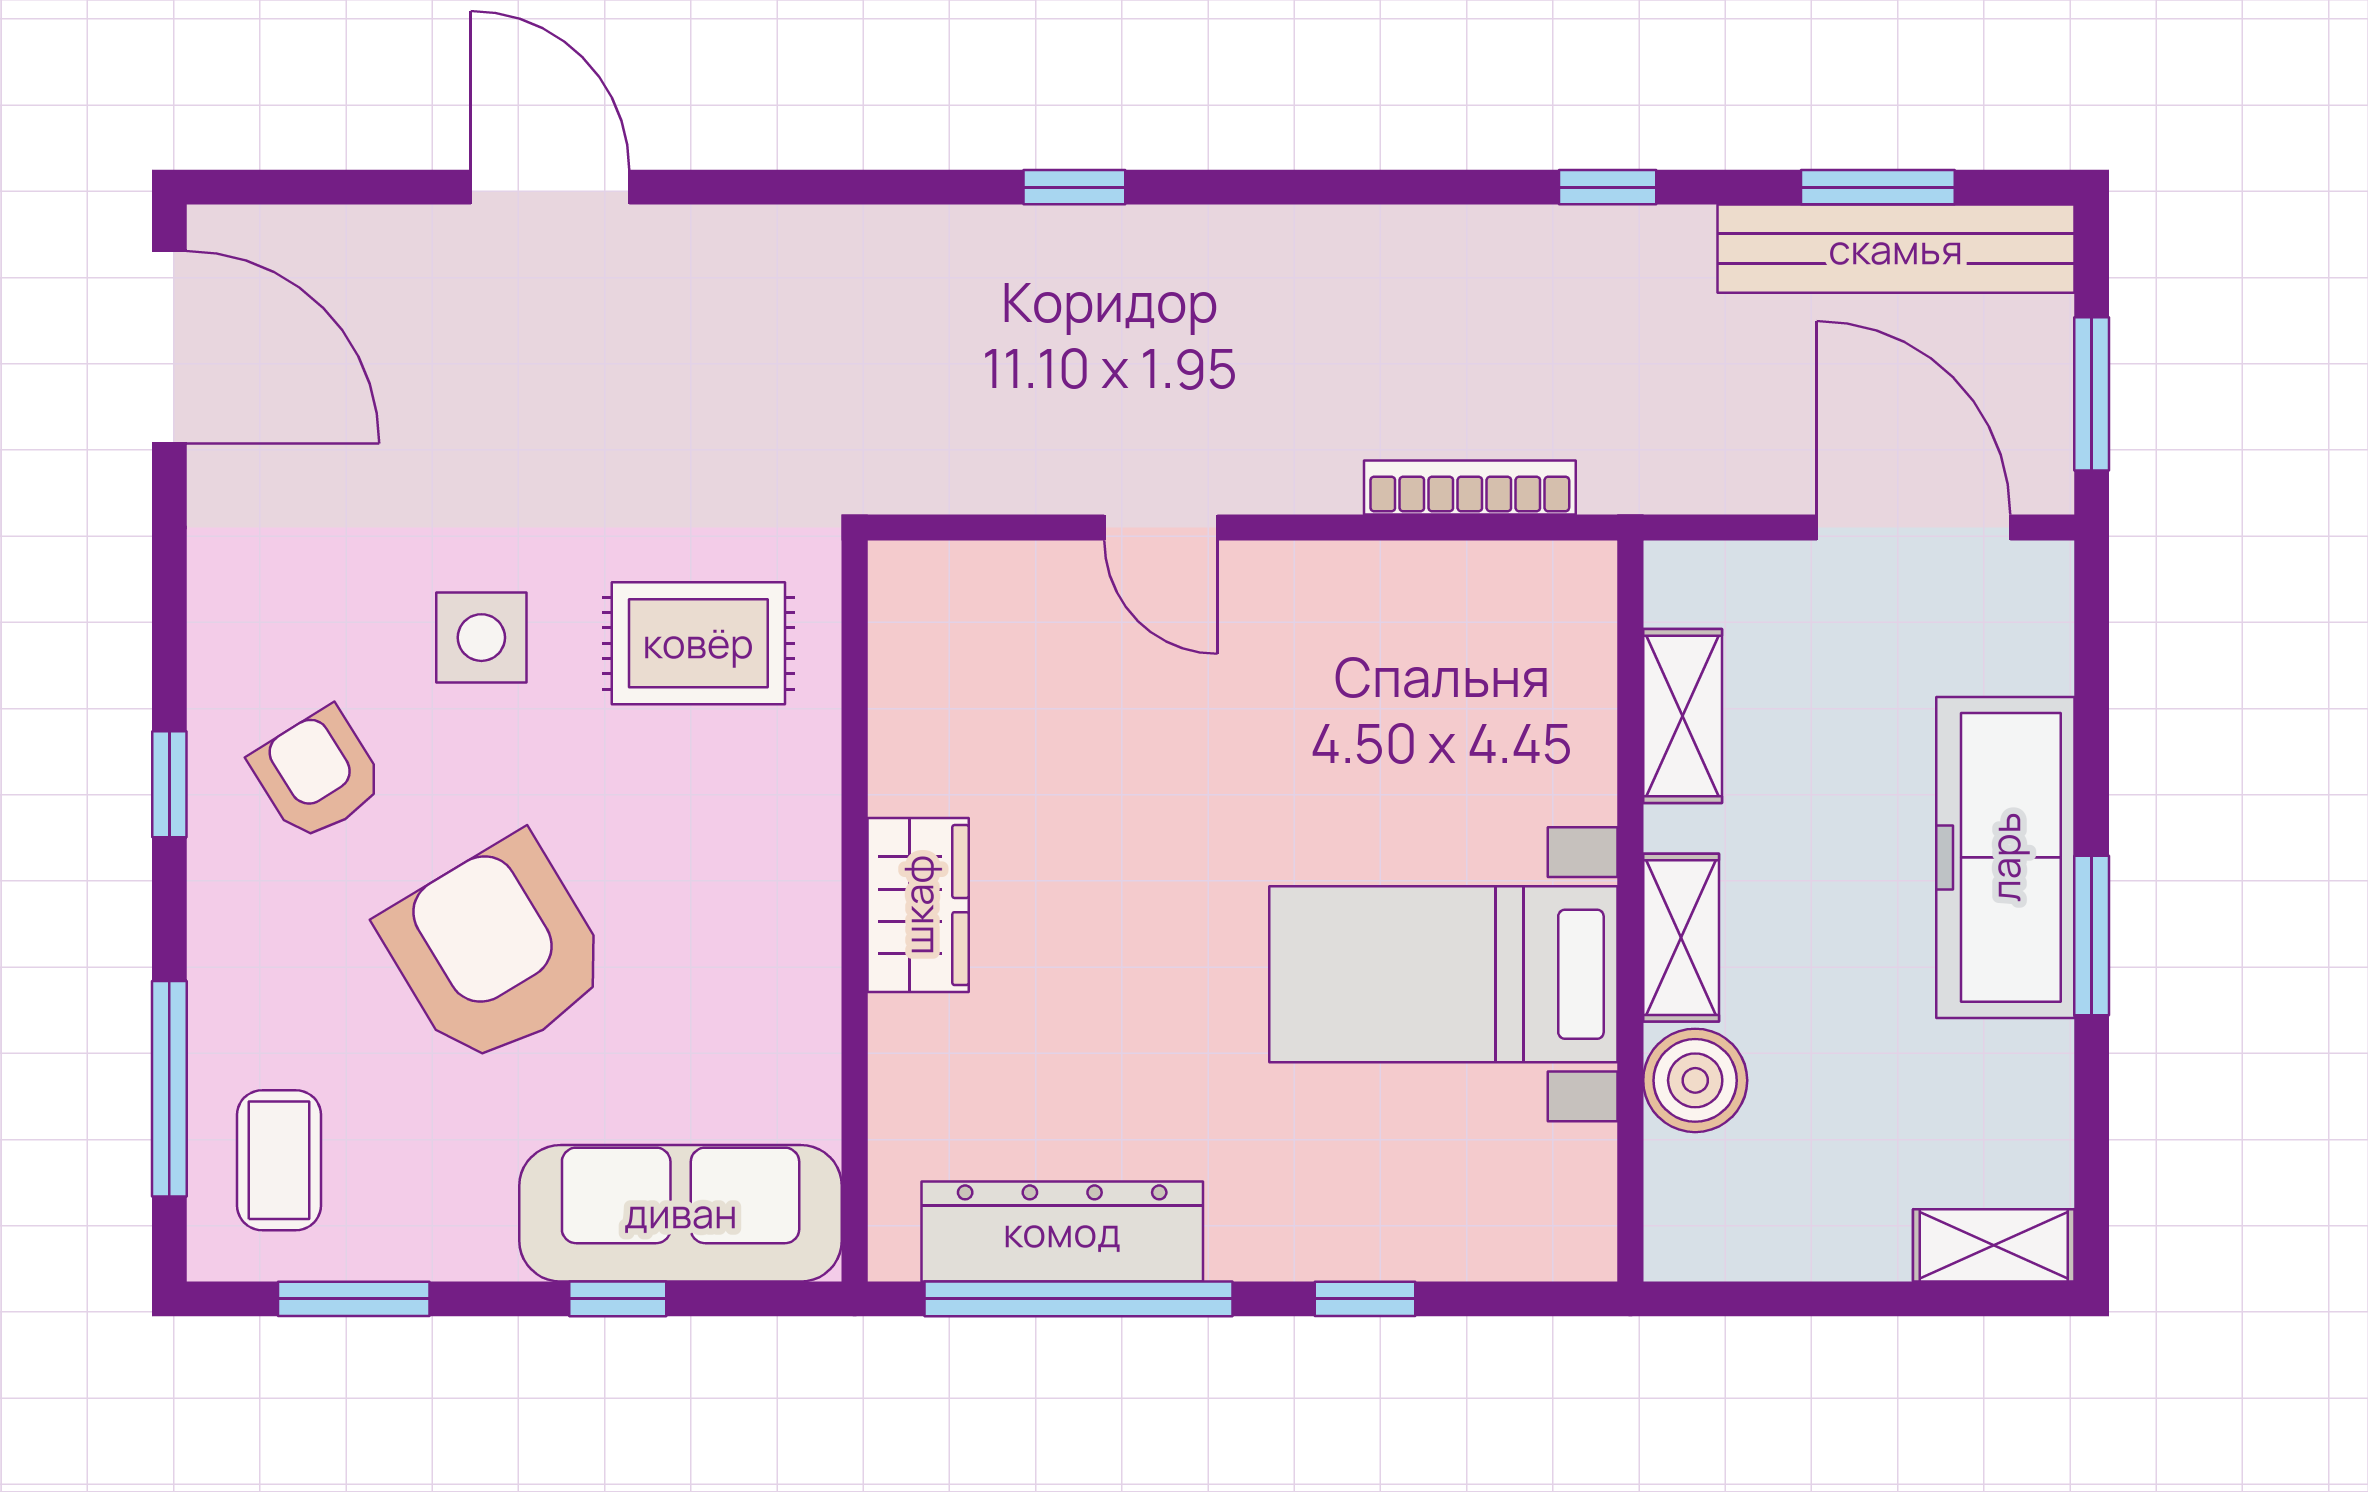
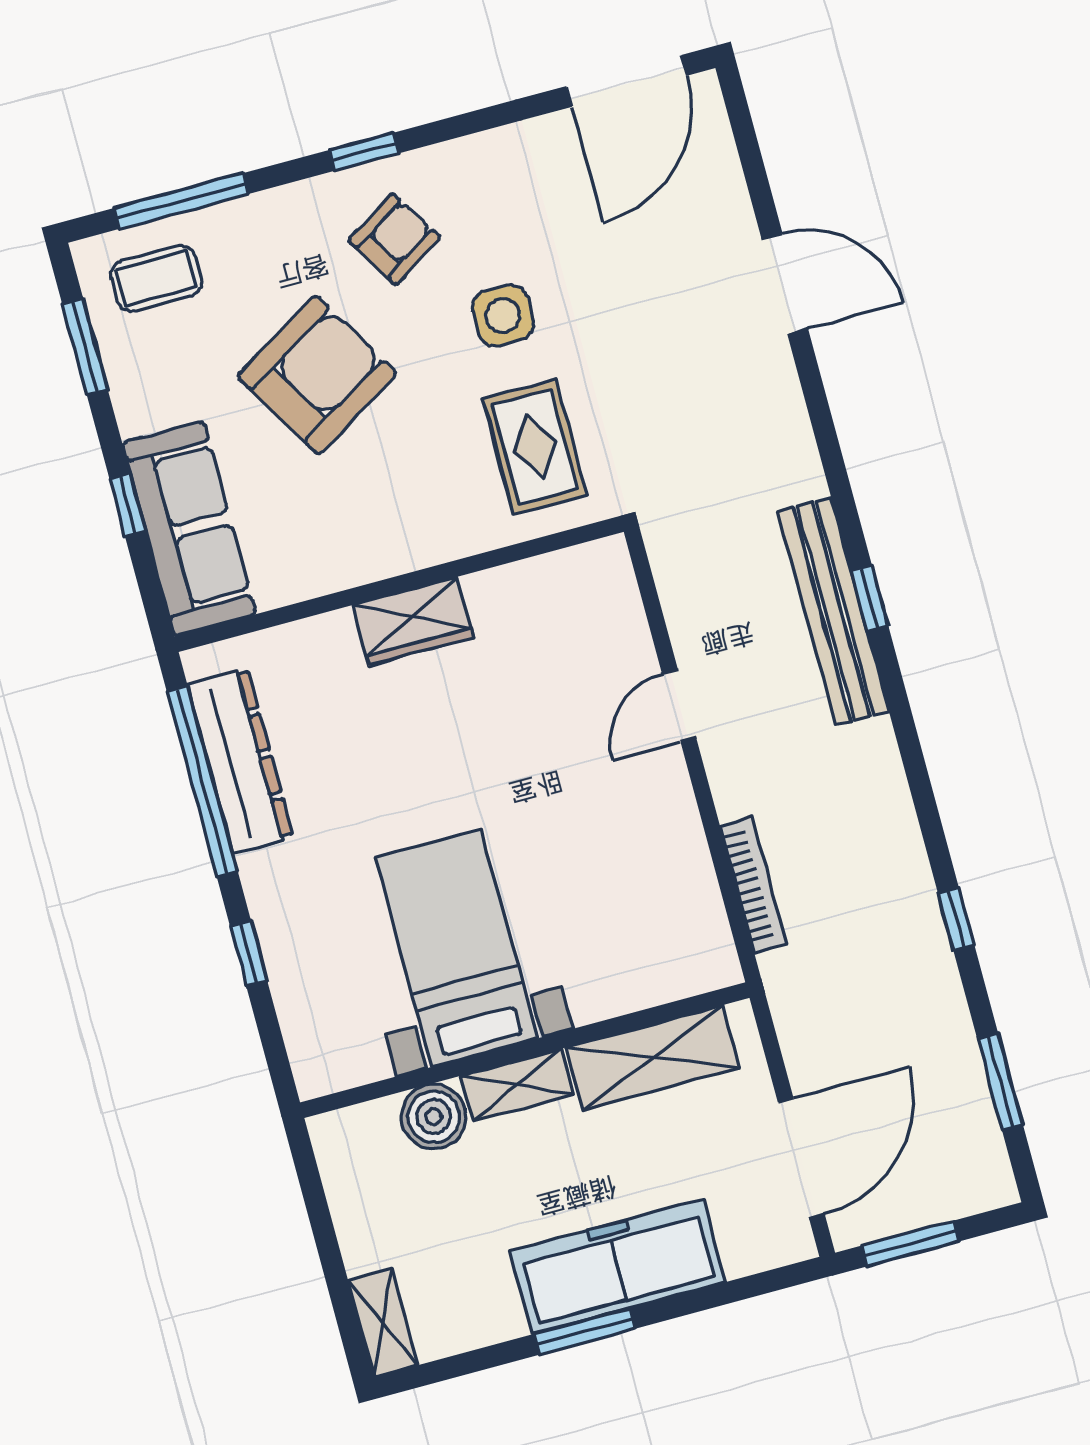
door: (550, 187) -> (785, 284), hinge flipped
bench: (1896, 249) -> (833, 611), moved
shelving: (1683, 716) -> (653, 1058), width x1.50, depth x1.33

